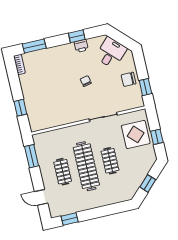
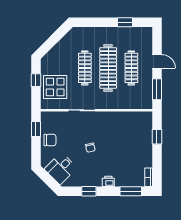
printer: (81, 46) -> (108, 181), moved
clothes rail: (110, 161) -> (85, 68), width x1.36
clothes rail: (63, 172) -> (131, 68), width x1.36
window: (148, 183) -> (55, 39), removed
door: (41, 197) -> (157, 61), moved
window: (70, 219) -> (125, 22), moved

